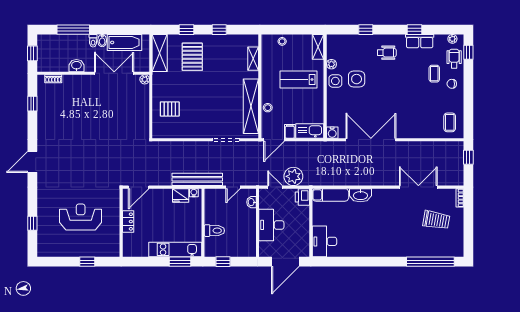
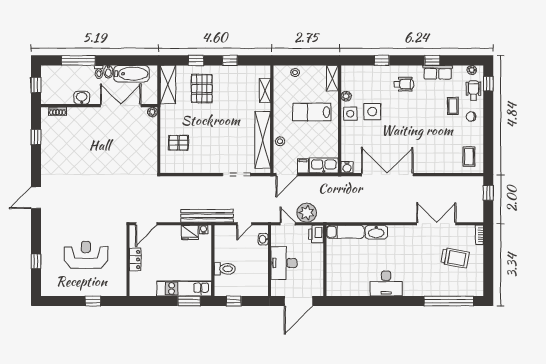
desk: (324, 241) -> (386, 284), moved, turned -90

